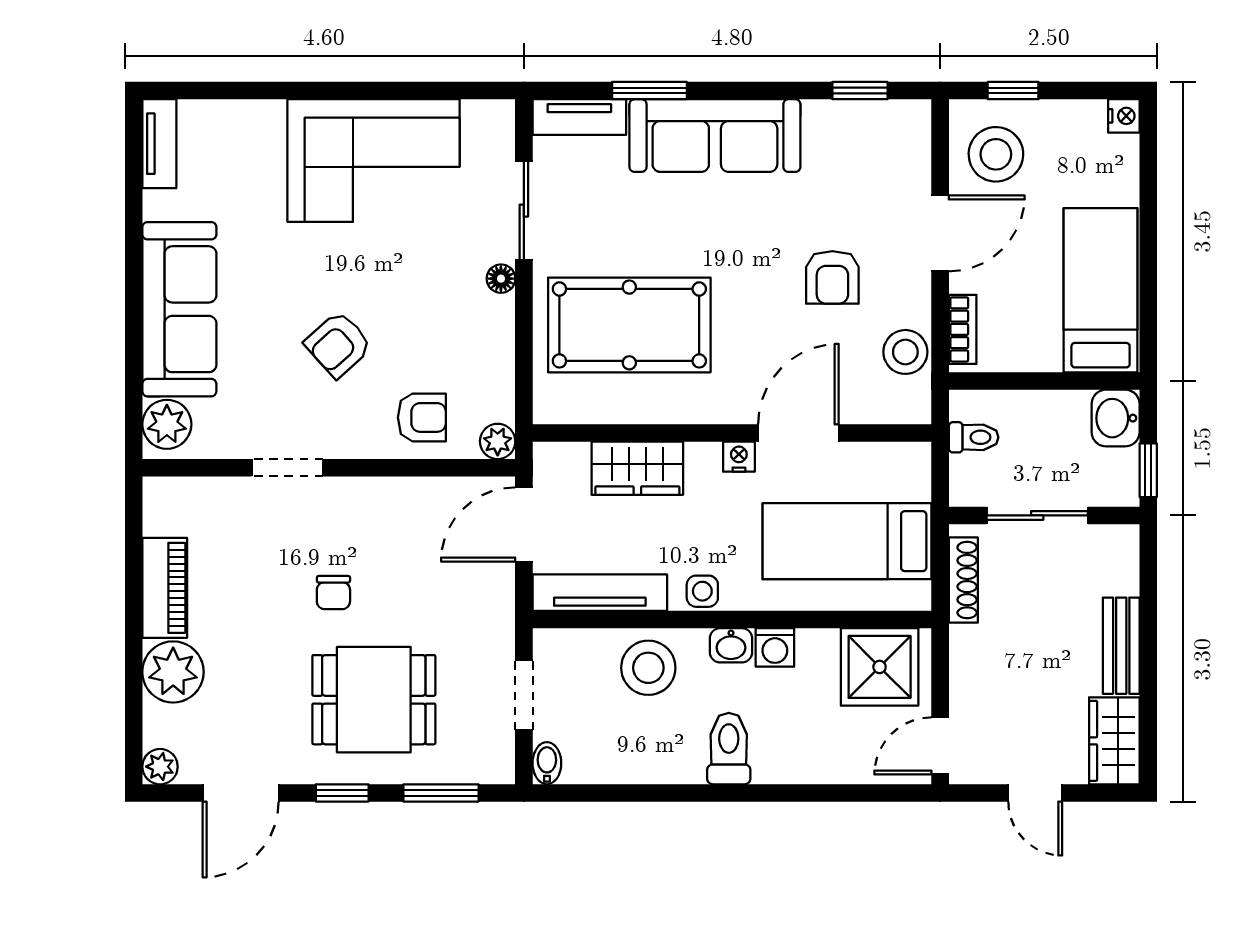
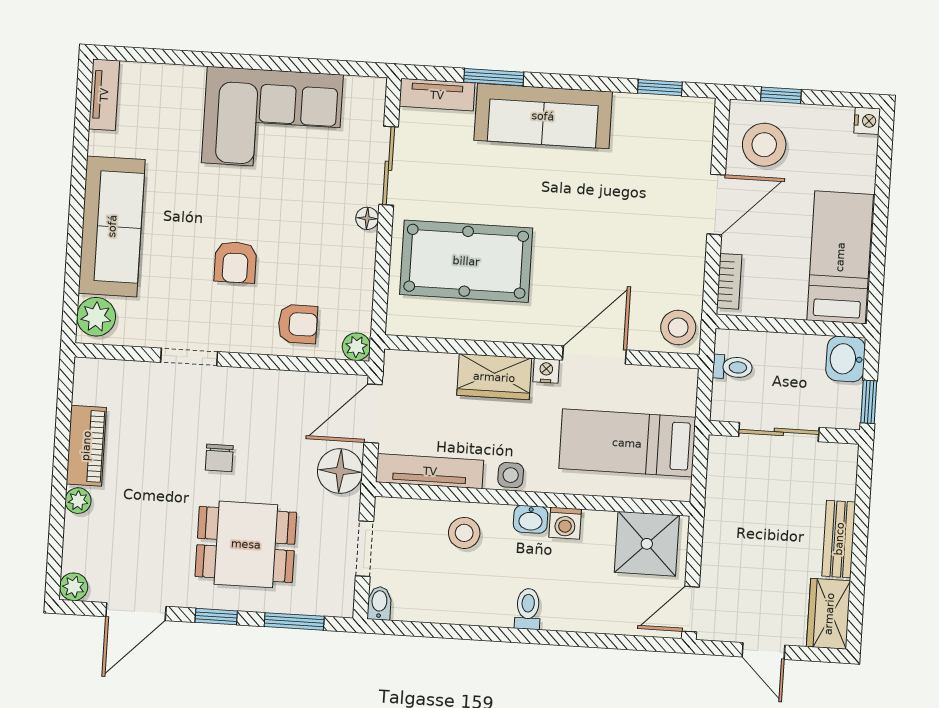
armchair: (832, 277) -> (629, 234), removed
armchair: (338, 344) -> (235, 262), turned -48
stool: (905, 352) -> (678, 328), moved
wardrobe: (637, 468) -> (494, 377), moved
shoe rack: (963, 580) -> (717, 479), removed
floor lamp: (487, 600) -> (340, 471), added
stool: (648, 668) -> (464, 533), width x0.73, depth x0.73
plant: (173, 672) -> (78, 501), width x0.53, depth x0.53
toilet: (729, 749) -> (528, 609), width x0.73, depth x0.72

